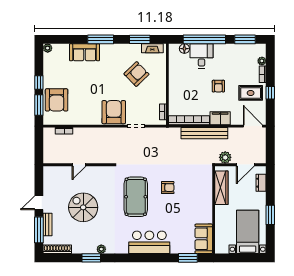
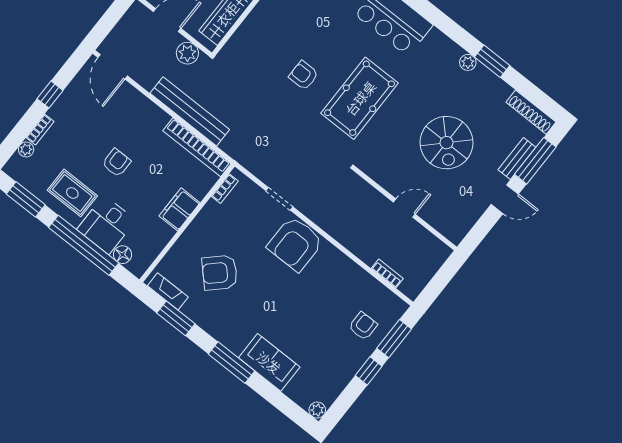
rug: (251, 93) -> (72, 193), moved
armchair: (57, 100) -> (363, 326), width x0.53, depth x0.53
filing cabinet: (220, 118) -> (180, 209), moved, turned 90

